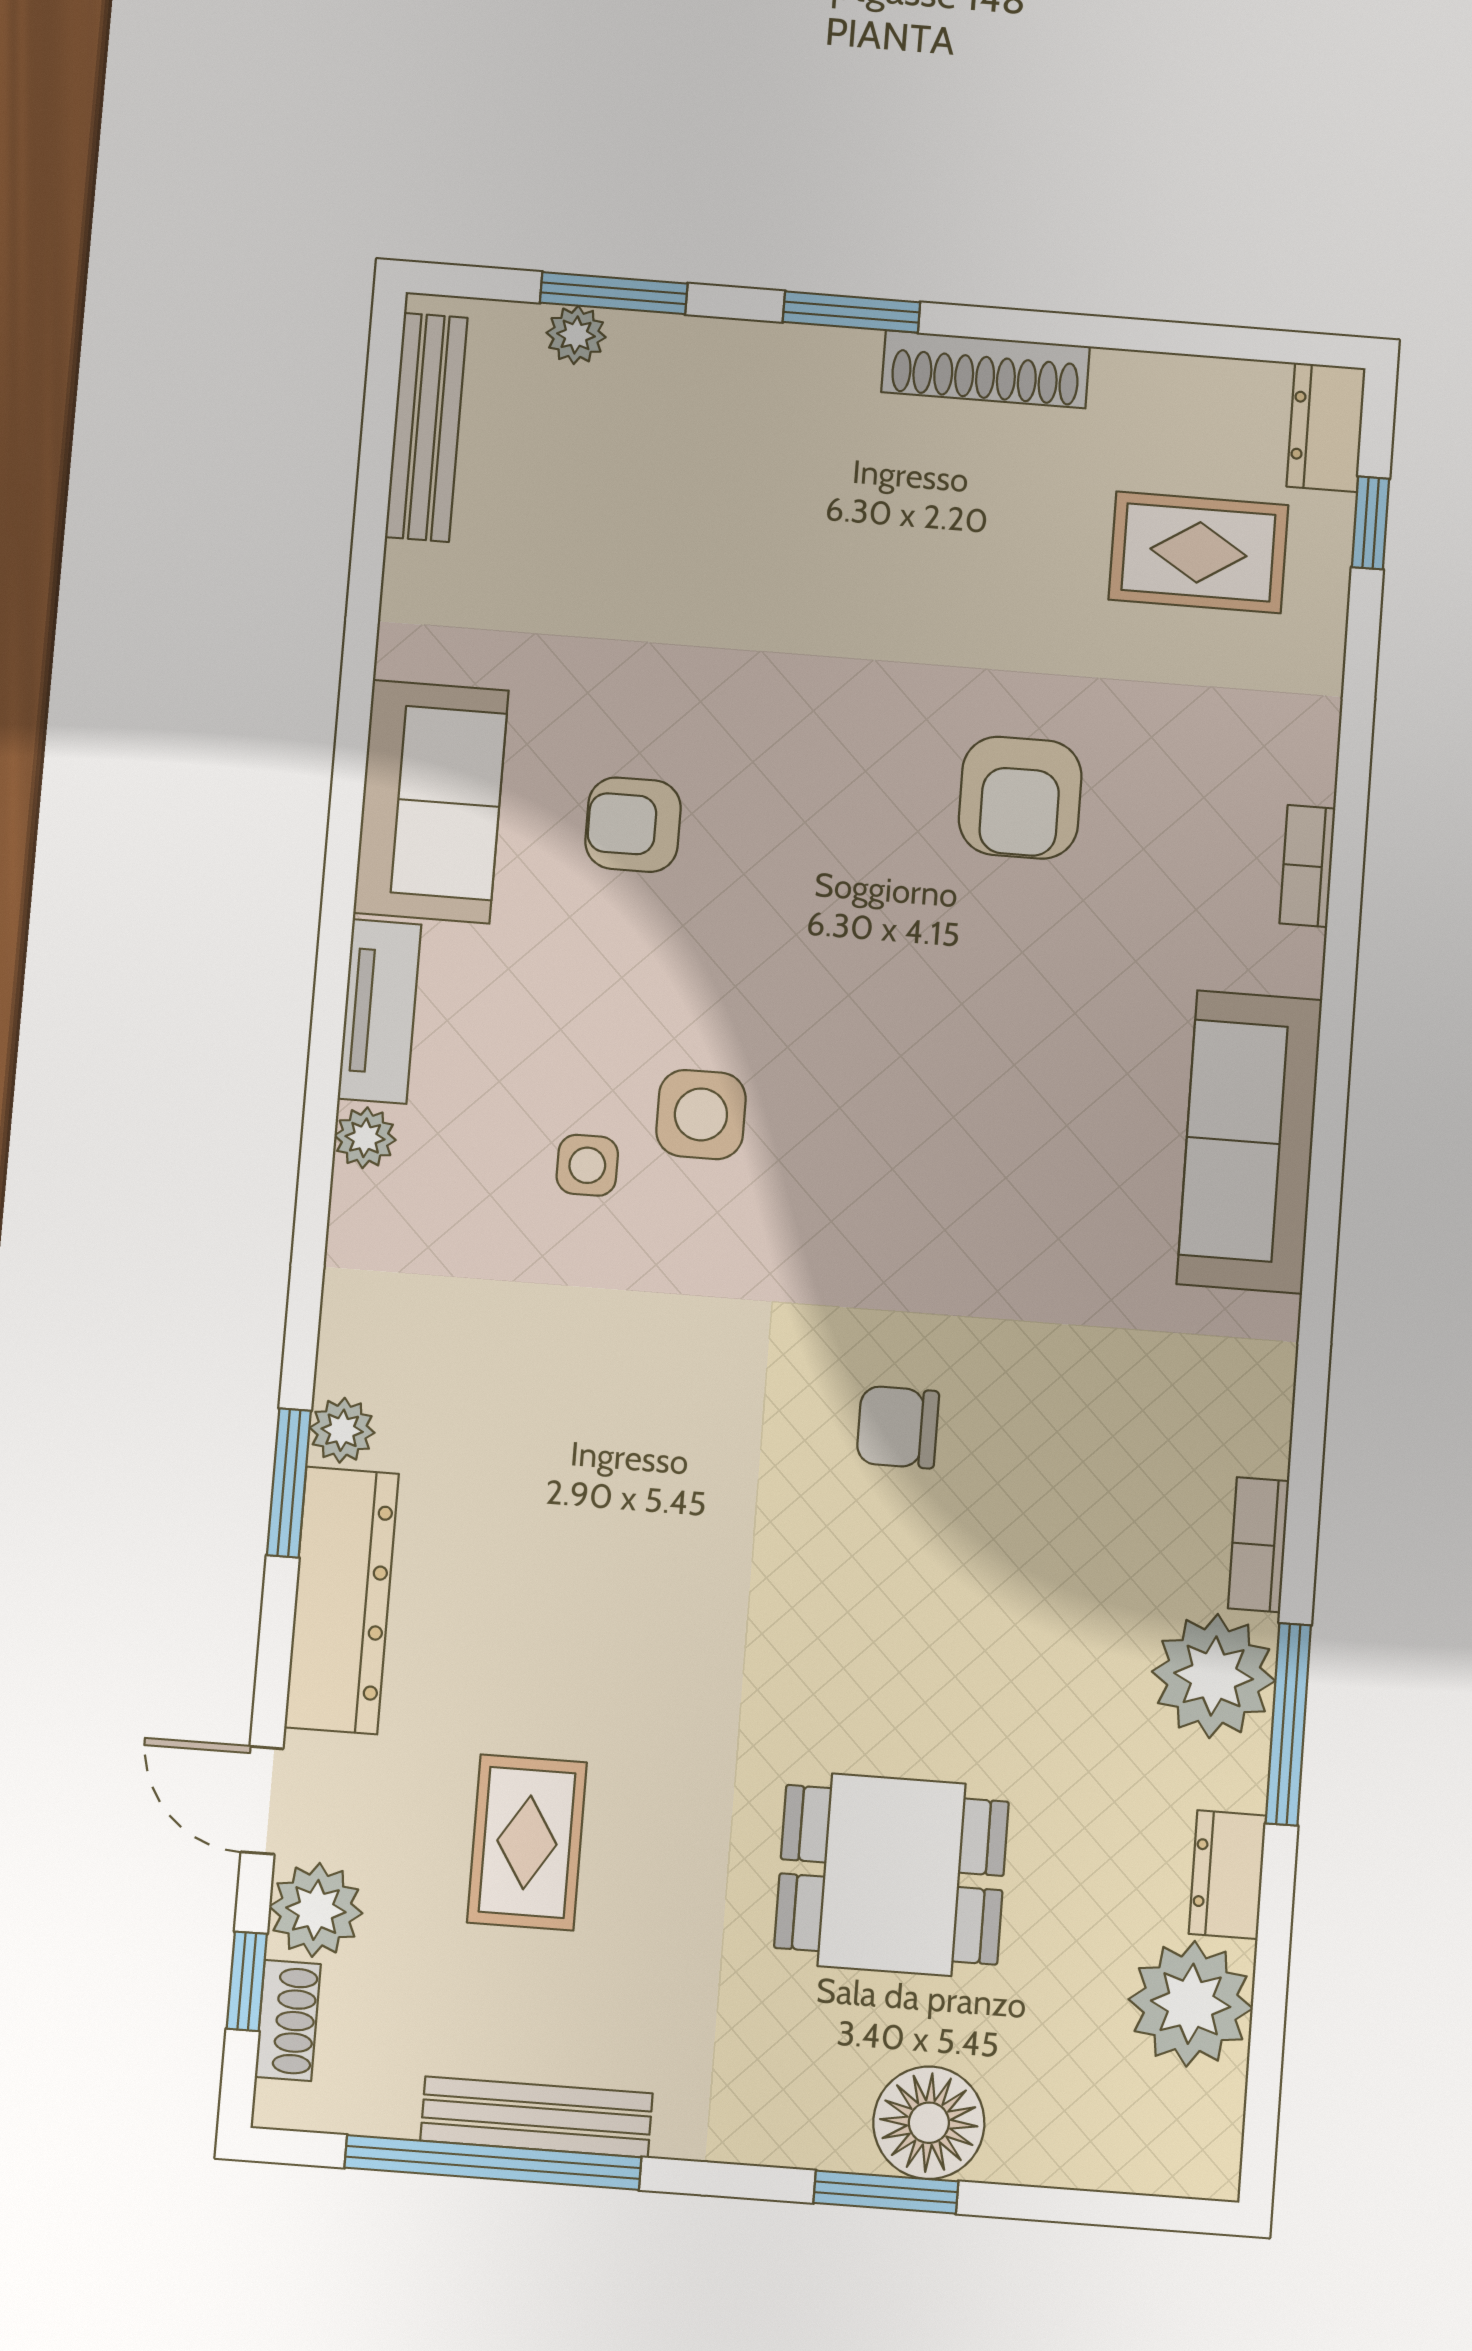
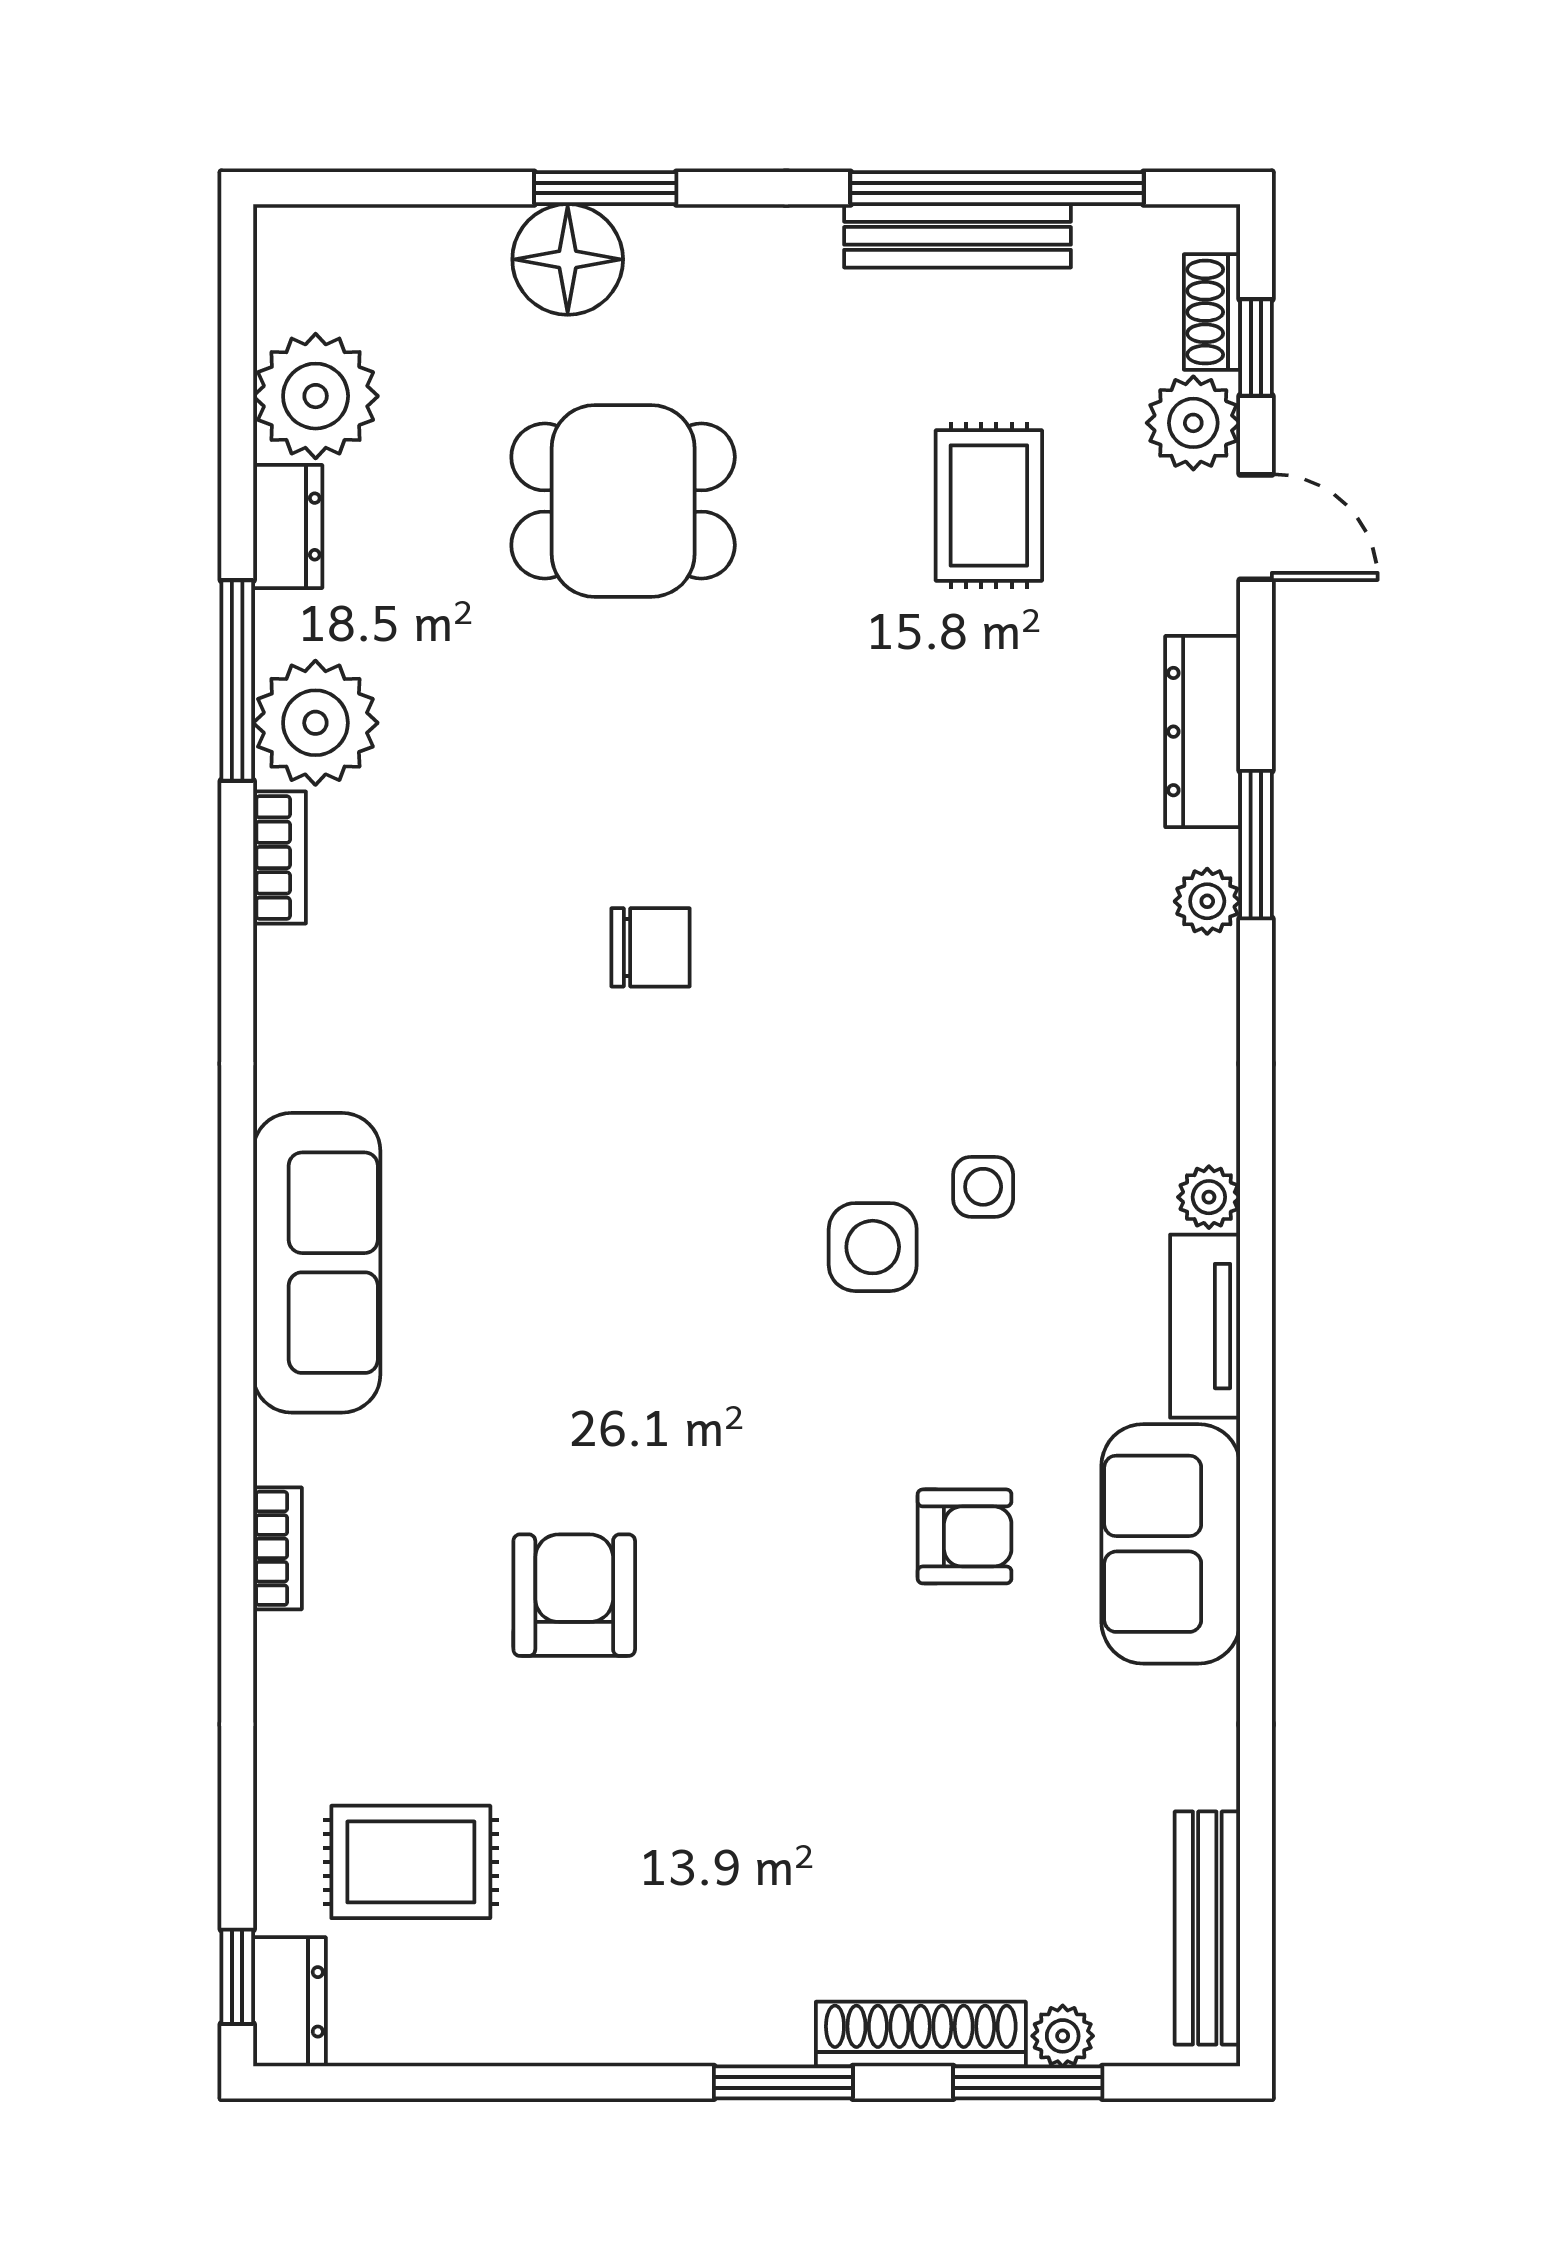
shoe rack: (986, 369) -> (921, 2034), moved
window: (1371, 523) -> (237, 1977), moved
dresser: (342, 1600) -> (1203, 732), width x0.73, depth x0.80

